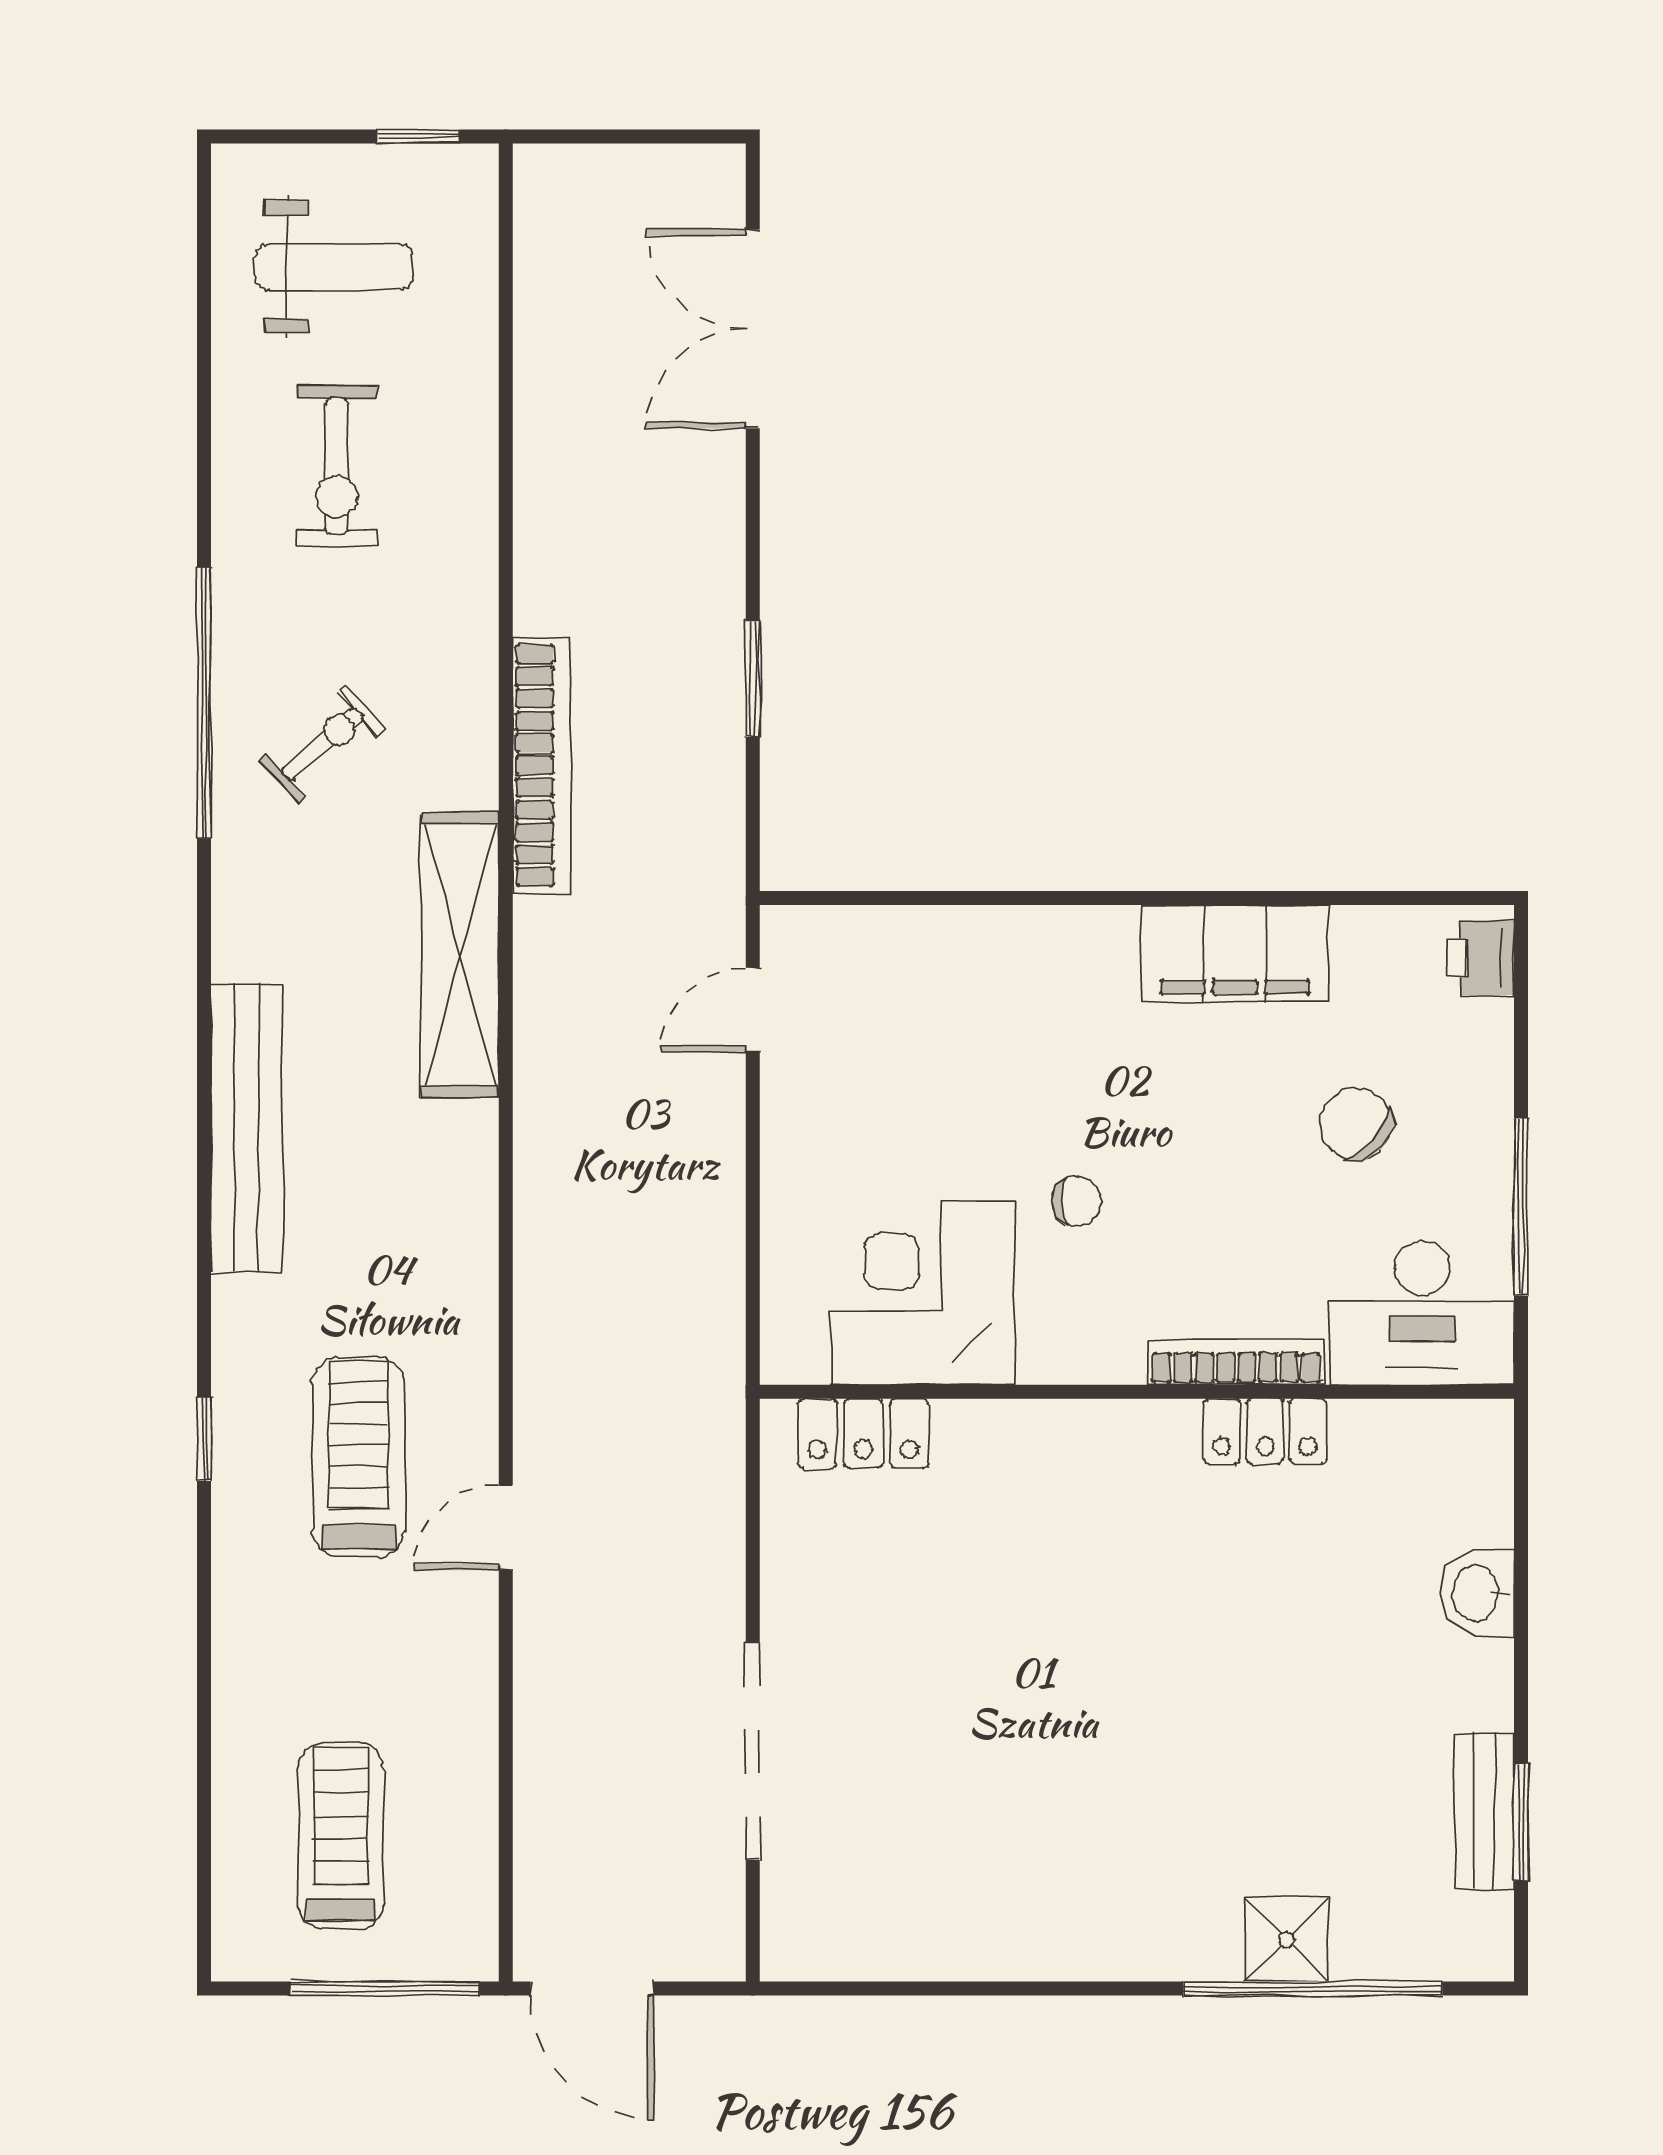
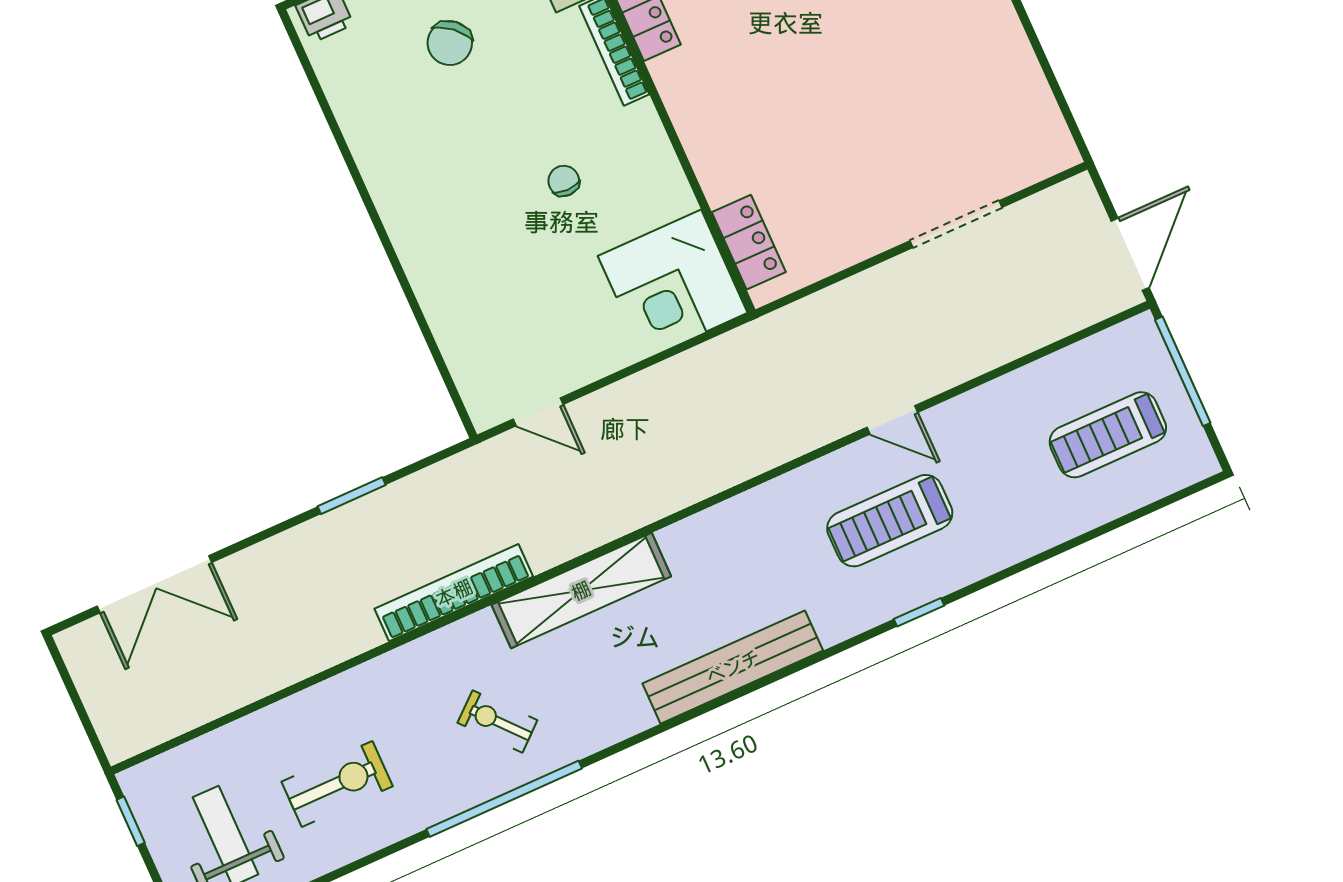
filing cabinet: (1235, 953) -> (384, 154), removed
corner desk: (922, 1293) -> (673, 284), moved
doorway: (753, 1751) -> (956, 224), width x0.73

